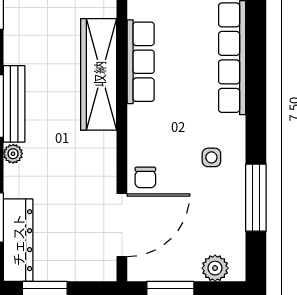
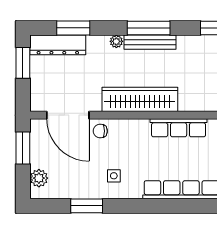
wardrobe: (99, 74) -> (140, 99), moved
window: (256, 198) -> (87, 206), width x0.69

